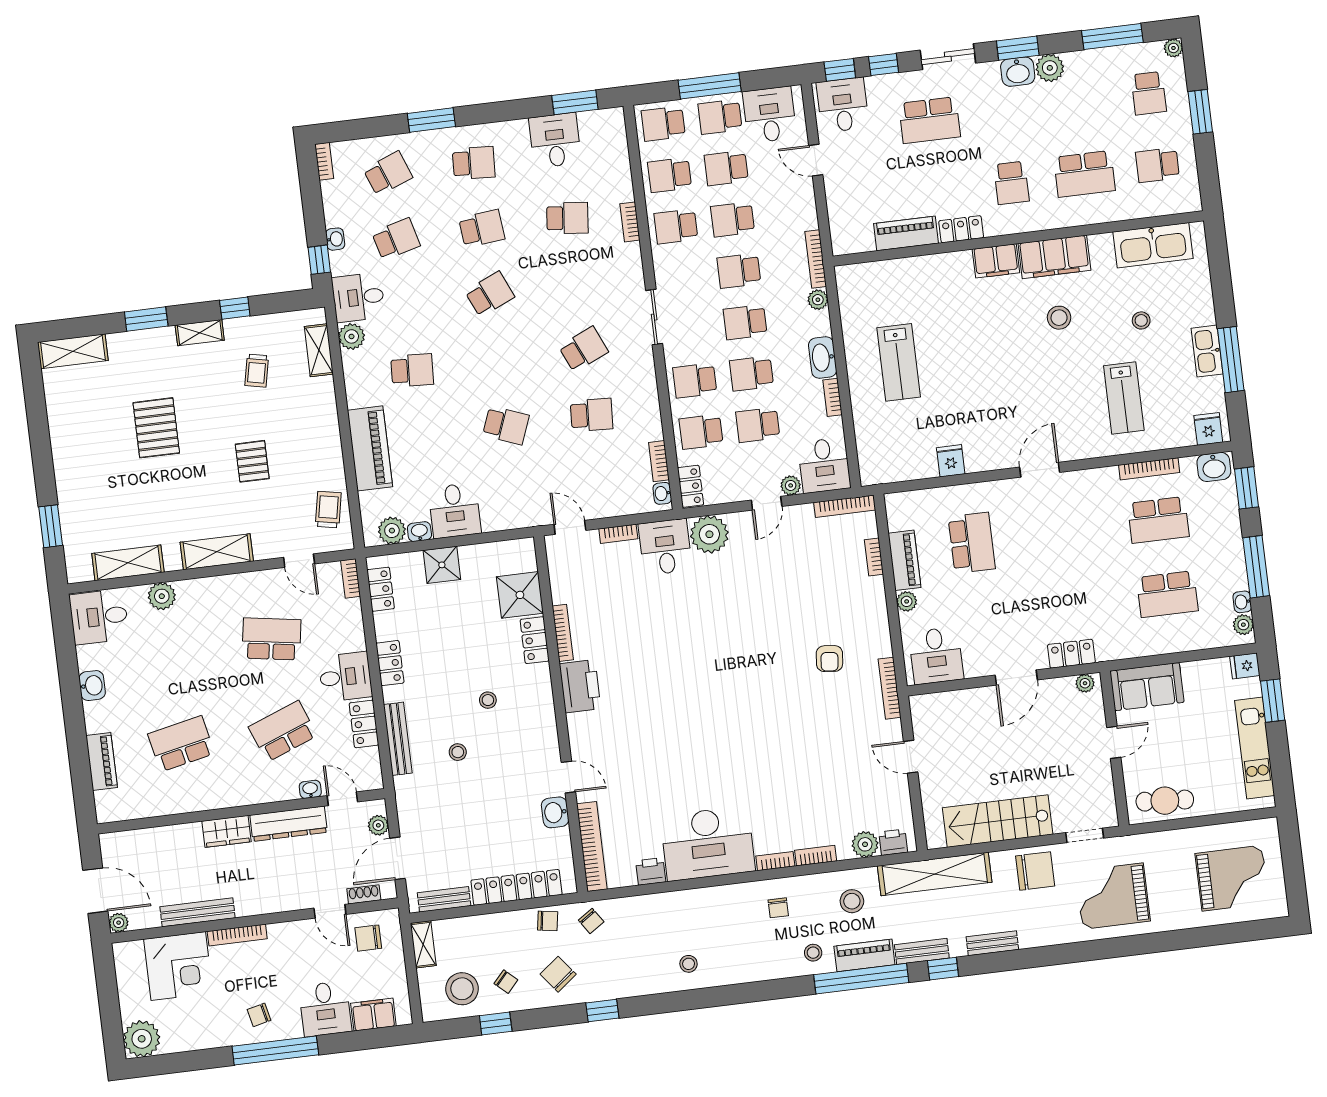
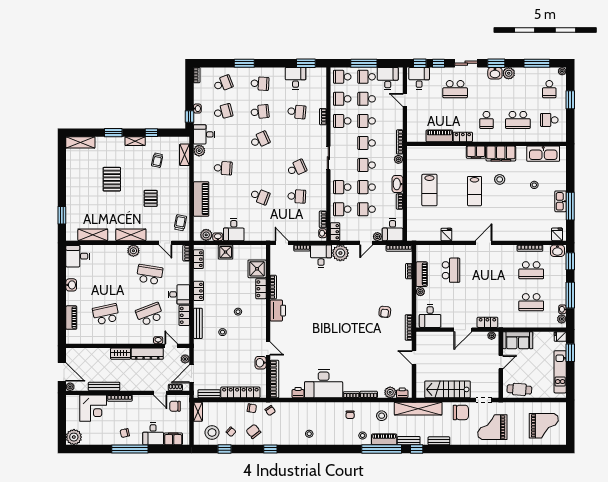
lab bench: (1124, 398) -> (474, 191), moved
plant: (162, 596) -> (133, 251), moved

